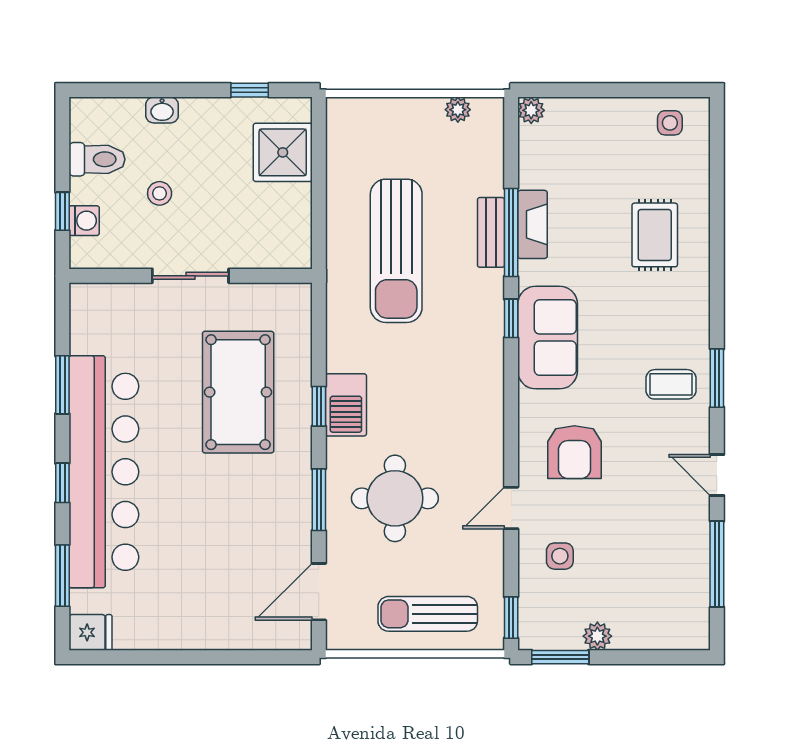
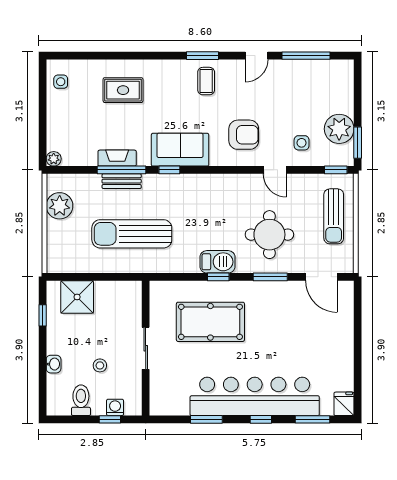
plant: (458, 110) -> (60, 206), width x1.88, depth x1.88
sun lounger: (396, 251) -> (132, 234), turned 180
plant: (597, 636) -> (339, 129), width x1.88, depth x1.88

